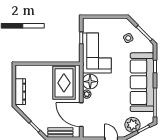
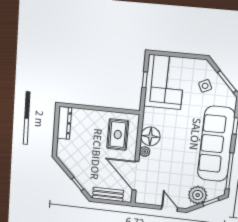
corner sofa: (97, 53) -> (165, 82), moved
rug: (64, 83) -> (118, 135), width x0.73, depth x0.70
dresser: (20, 92) -> (64, 123), moved

